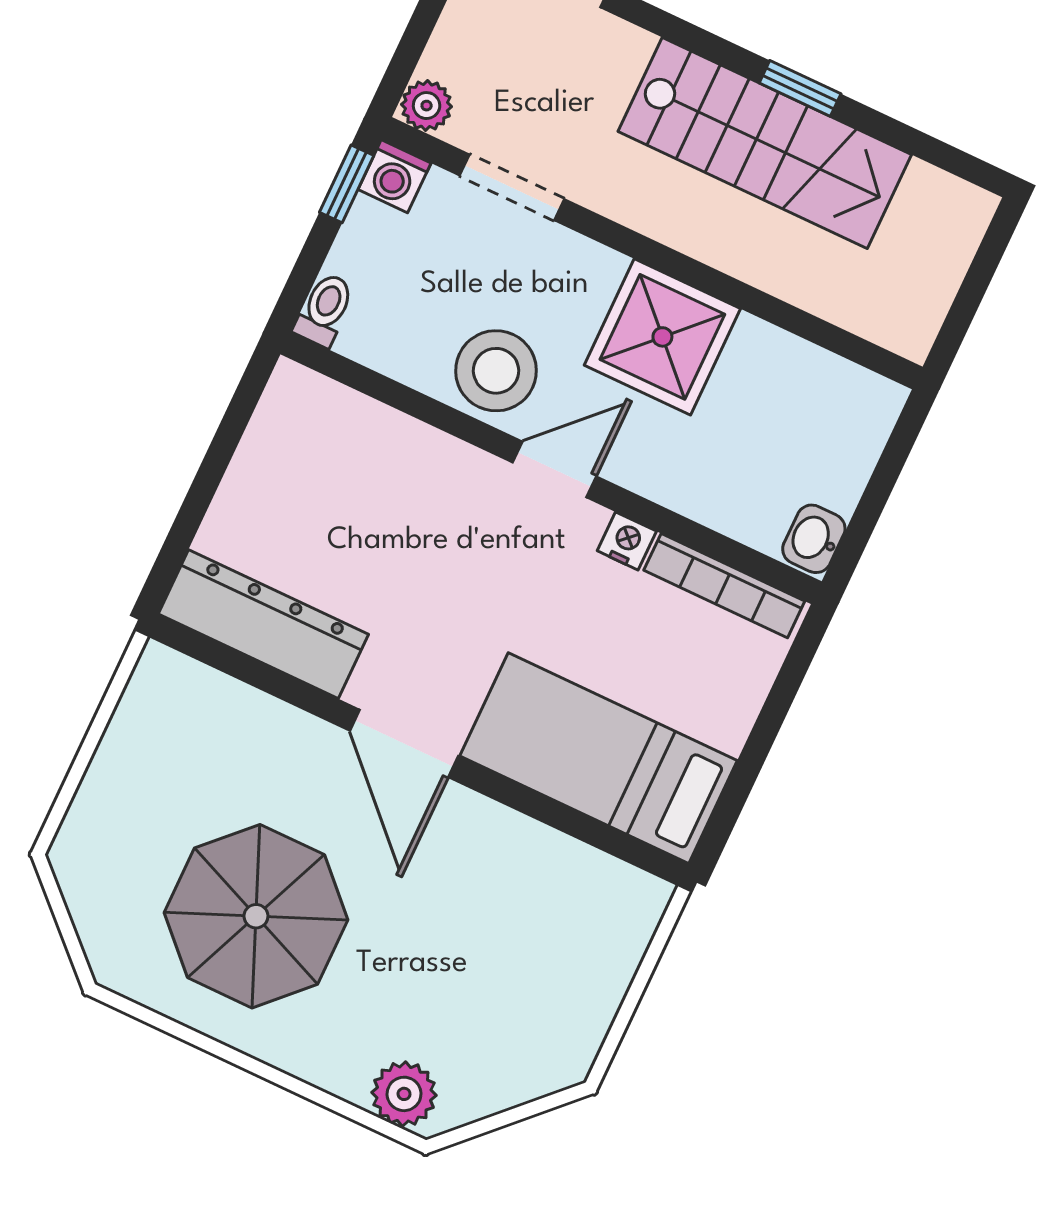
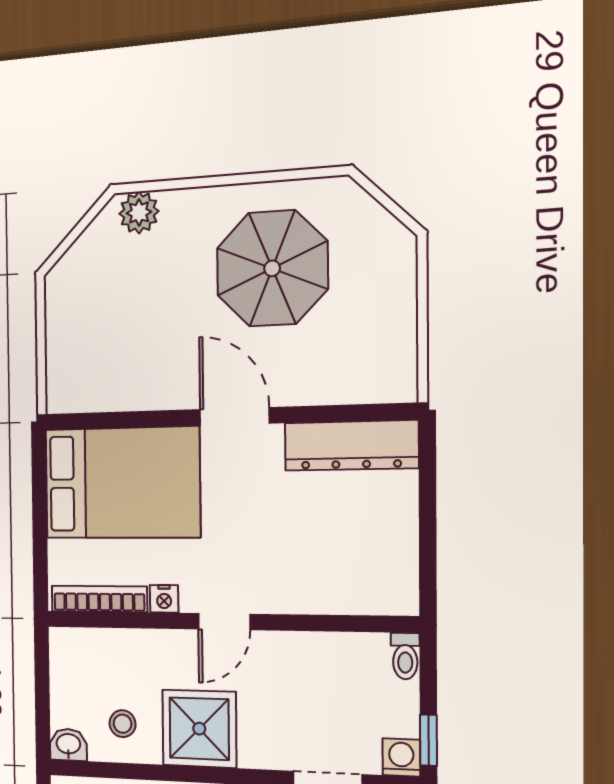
stool: (496, 371) -> (123, 724), moved, width x0.53, depth x0.53
washbasin: (814, 539) -> (68, 745), moved, turned -90
bed: (598, 758) -> (122, 483), width x1.50

